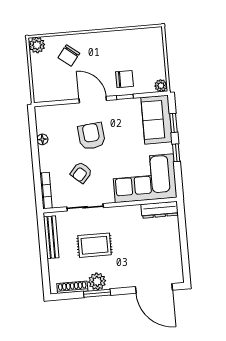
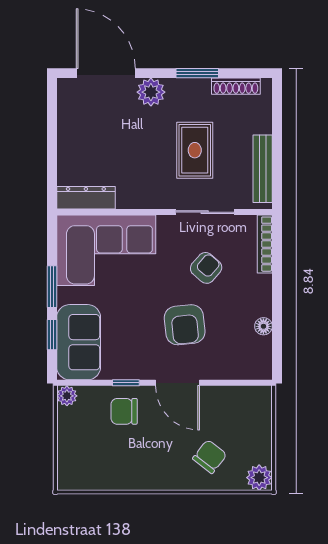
window: (176, 153) -> (52, 287), width x1.50
rug: (94, 245) -> (195, 150), turned 90
plant: (97, 281) -> (151, 92), moved

